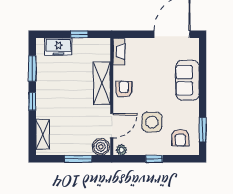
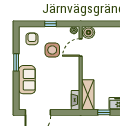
shelving: (102, 83) -> (88, 95), moved
armchair: (124, 89) -> (72, 73), removed
window: (203, 130) -> (16, 62), moved
window: (78, 159) -> (105, 24), removed

